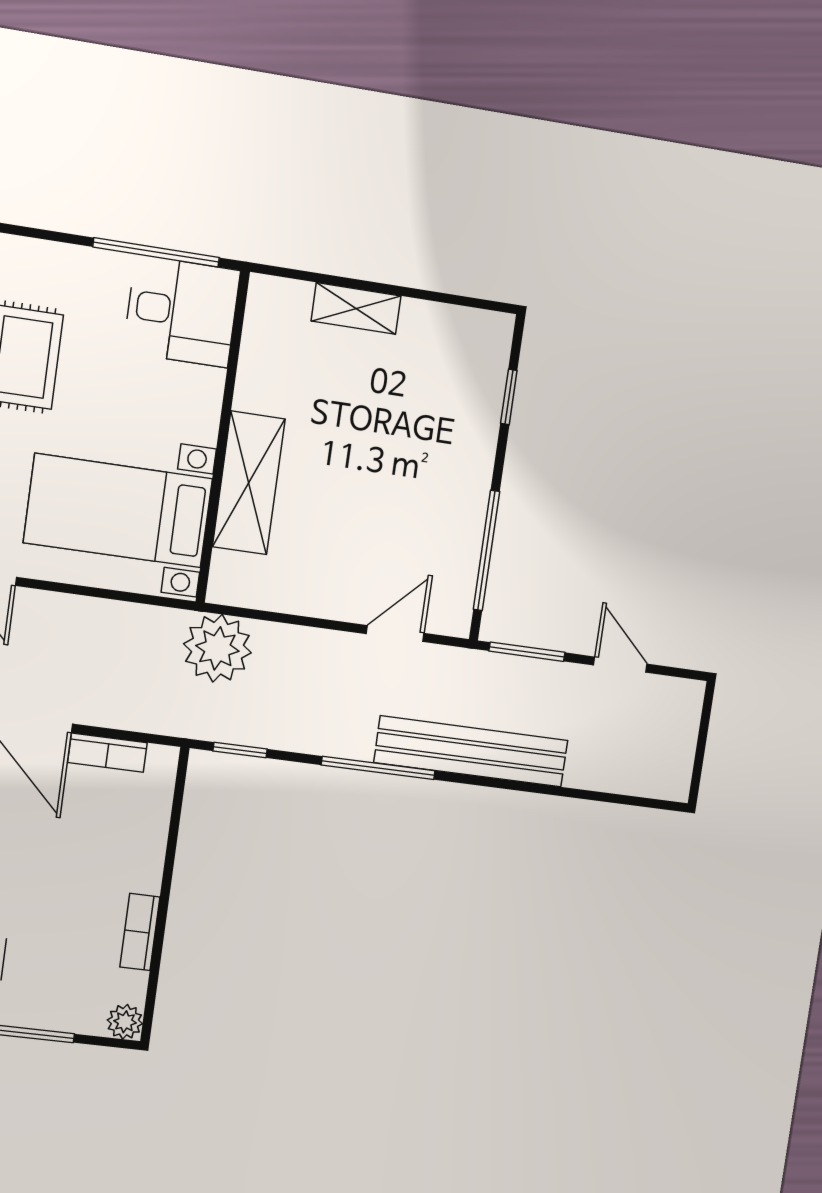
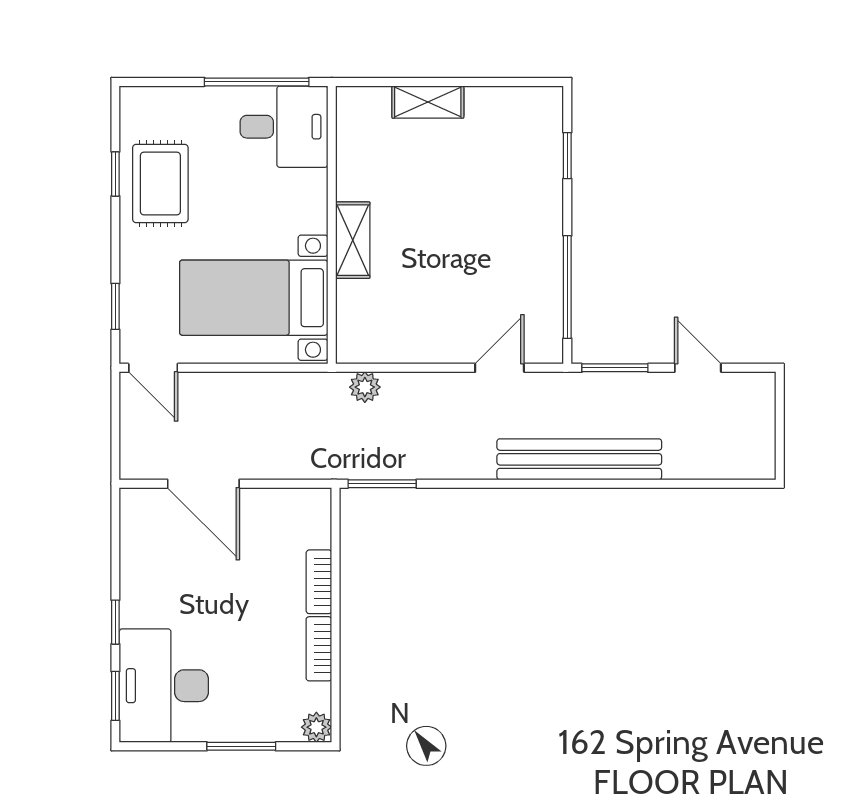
shelving: (249, 483) -> (353, 240), width x0.67, depth x0.75
plant: (217, 648) -> (365, 387), width x0.53, depth x0.53
window: (240, 750) -> (382, 484), width x1.50
bookcase: (107, 753) -> (319, 582), moved, turned 90
window: (378, 768) -> (501, 484), removed

